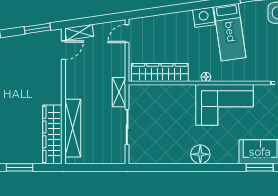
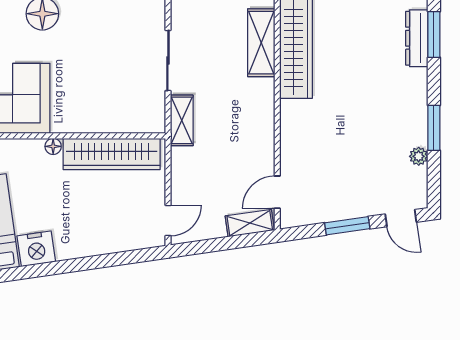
window: (37, 28) -> (347, 226), moved
floor lamp: (206, 77) -> (53, 146), moved
shelving: (73, 128) -> (261, 43), width x0.68

